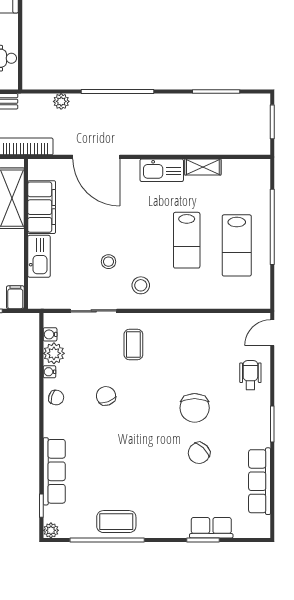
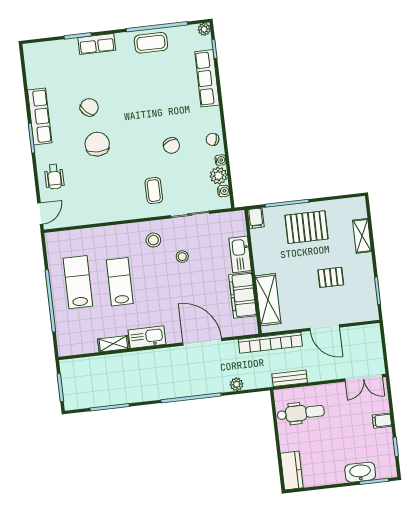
row of seats: (260, 481) -> (40, 116), moved
row of seats: (211, 528) -> (97, 44), moved

